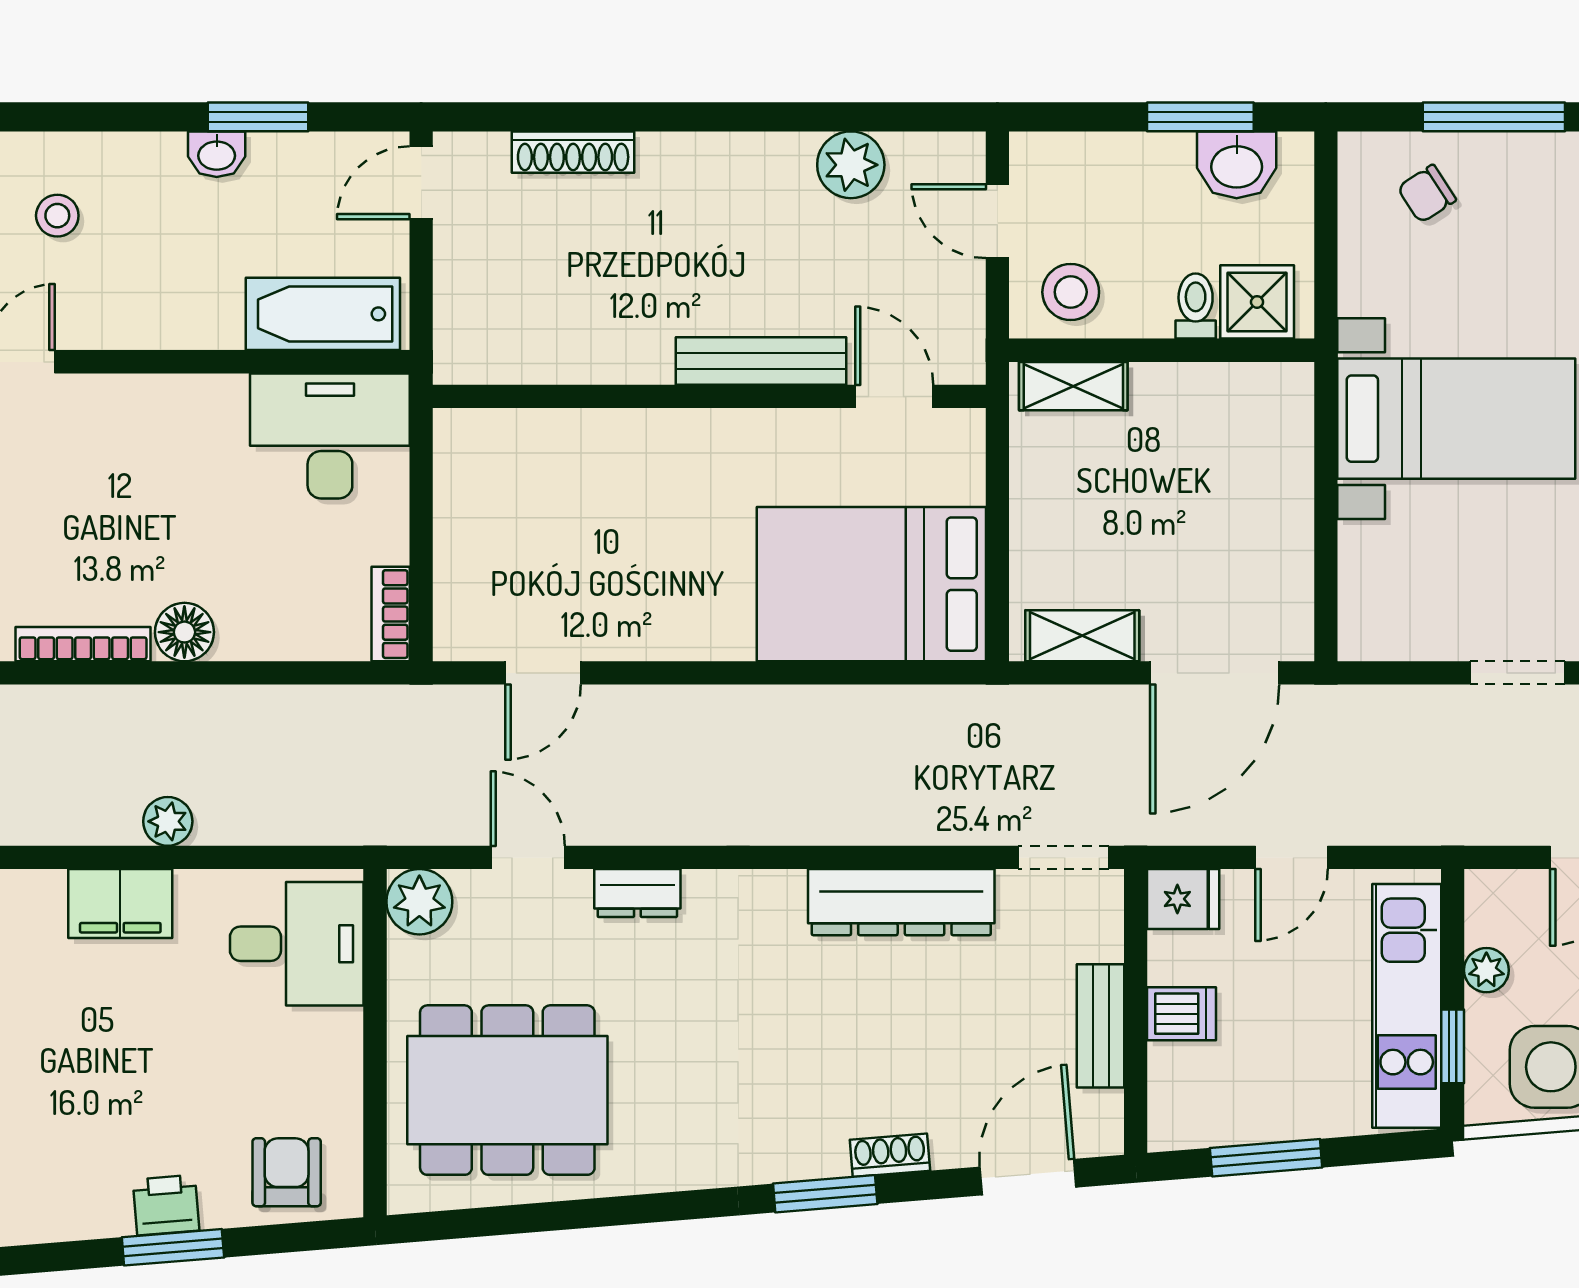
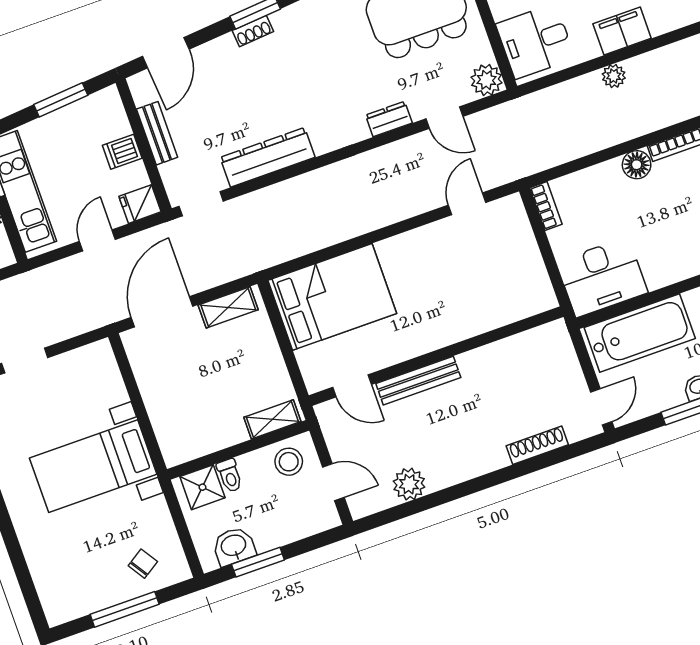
bathtub: (323, 314) -> (640, 333), width x1.36, depth x1.36
shoe rack: (890, 1155) -> (253, 31), moved

